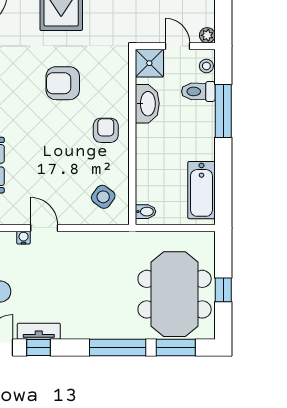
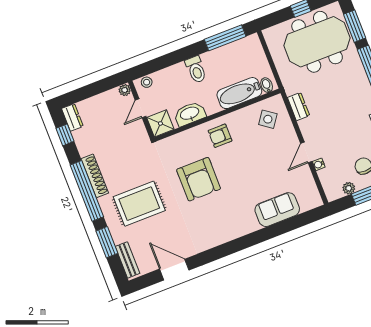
armchair: (63, 83) -> (199, 179), width x1.36, depth x1.36
toilet: (198, 91) -> (196, 70), moved
window: (223, 111) -> (225, 38), moved
bathtub: (201, 190) -> (239, 93), moved, turned 180
dresser: (104, 240) -> (299, 107), added

